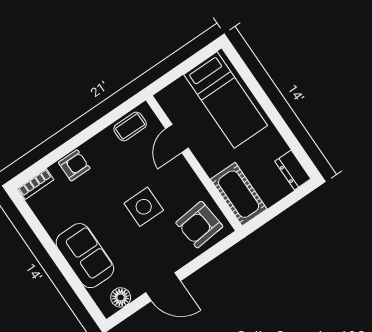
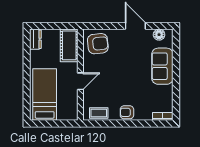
door: (177, 138) -> (80, 81), moved
armchair: (74, 165) -> (127, 112), moved
side table: (144, 207) -> (118, 70), removed

